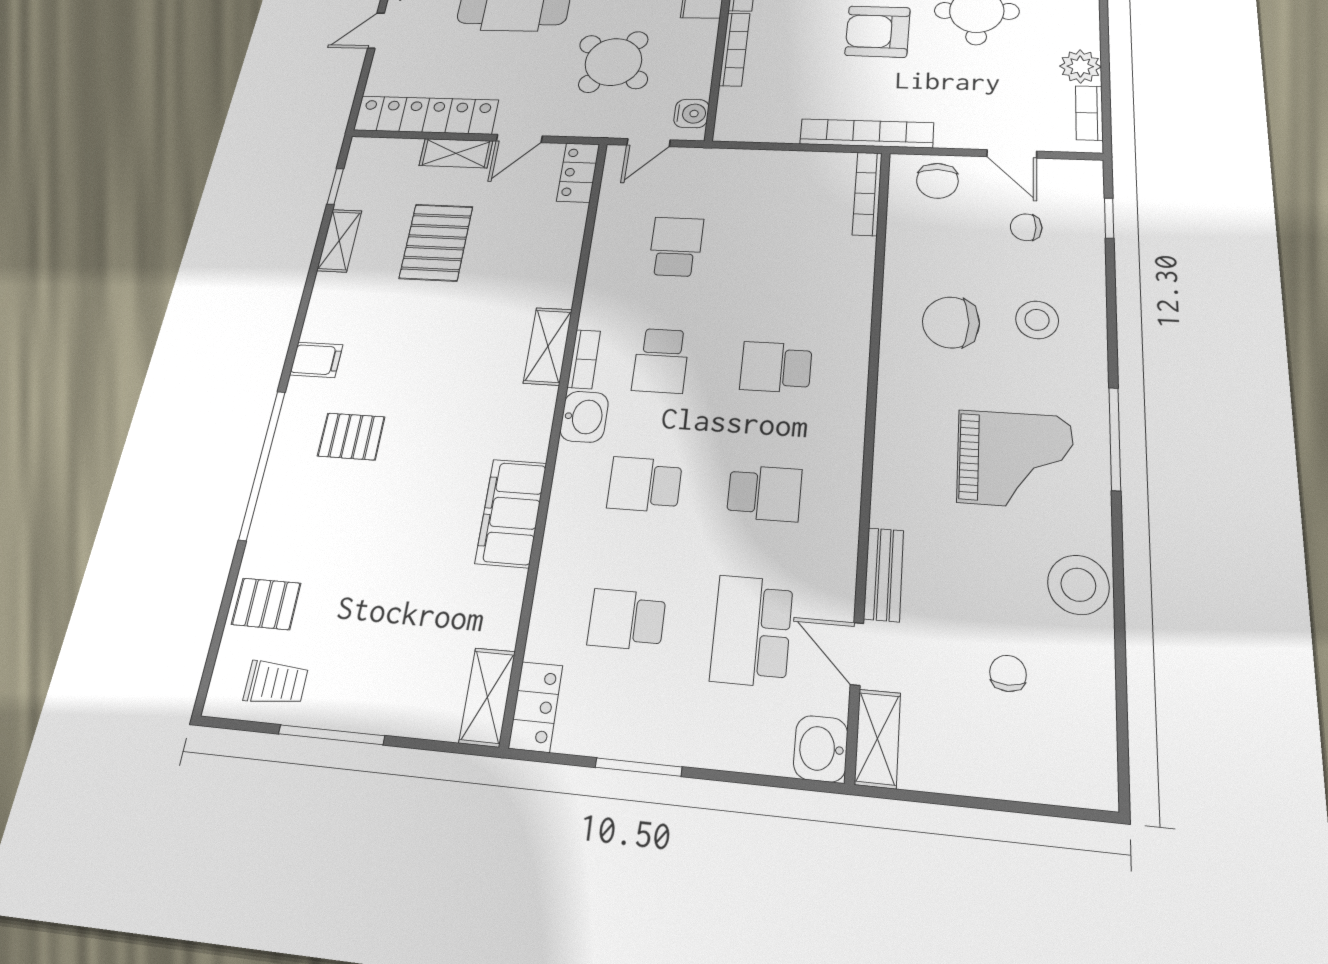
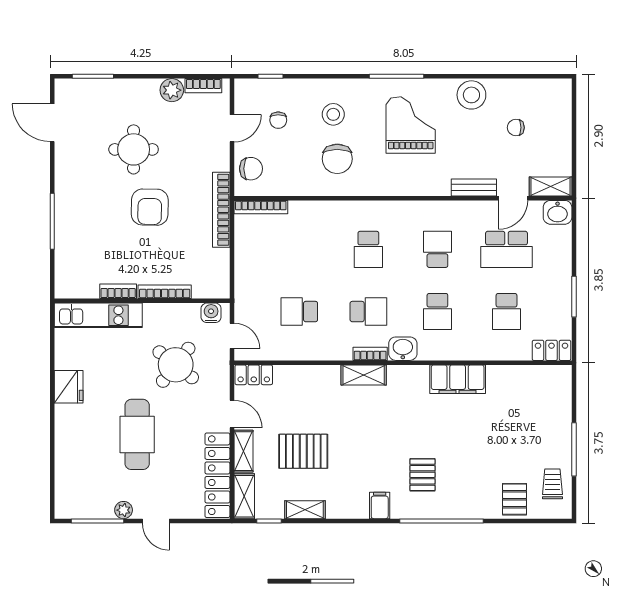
shelving: (487, 697) -> (244, 496), moved, turned 90

